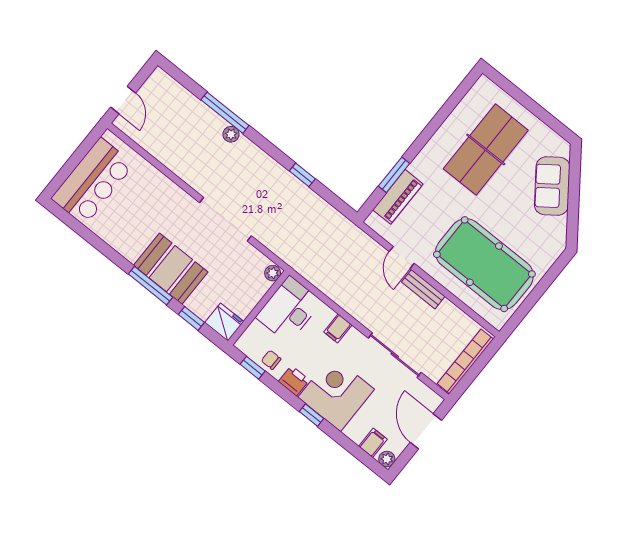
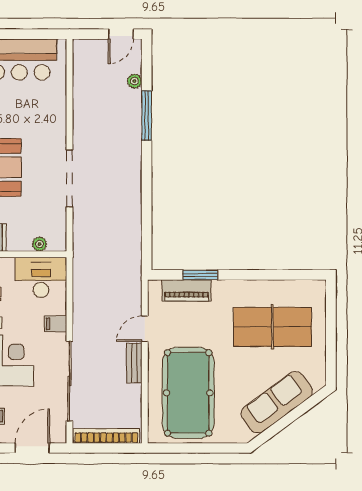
door: (123, 100) -> (121, 34), moved
plant: (231, 134) -> (134, 81), moved
window: (302, 175) -> (147, 208), removed
sofa: (552, 186) -> (277, 402), width x1.36
plant: (273, 273) -> (40, 244), moved
sliding door: (395, 355) -> (69, 381), width x1.36

